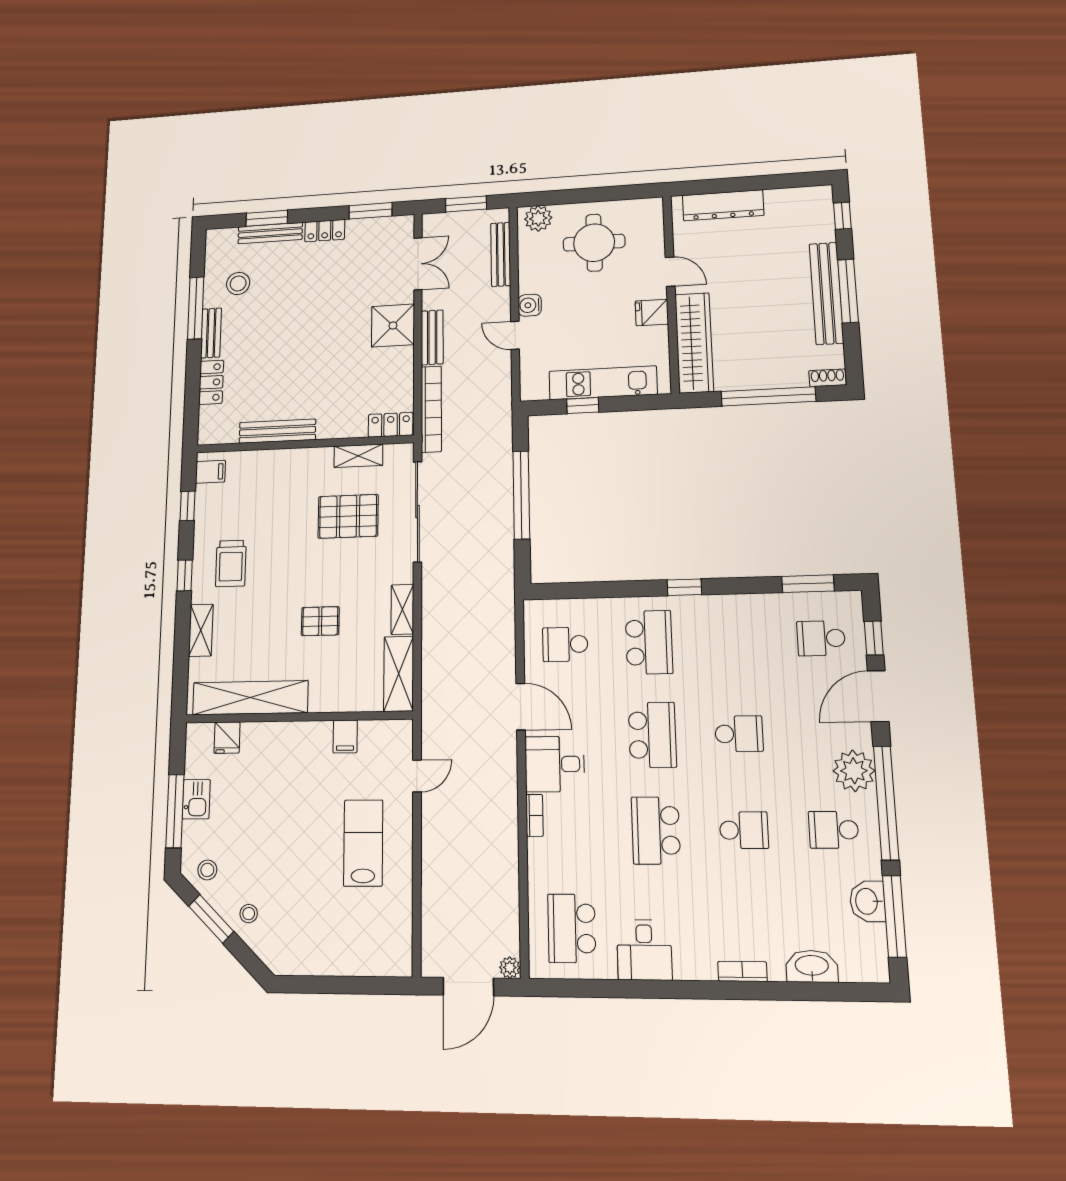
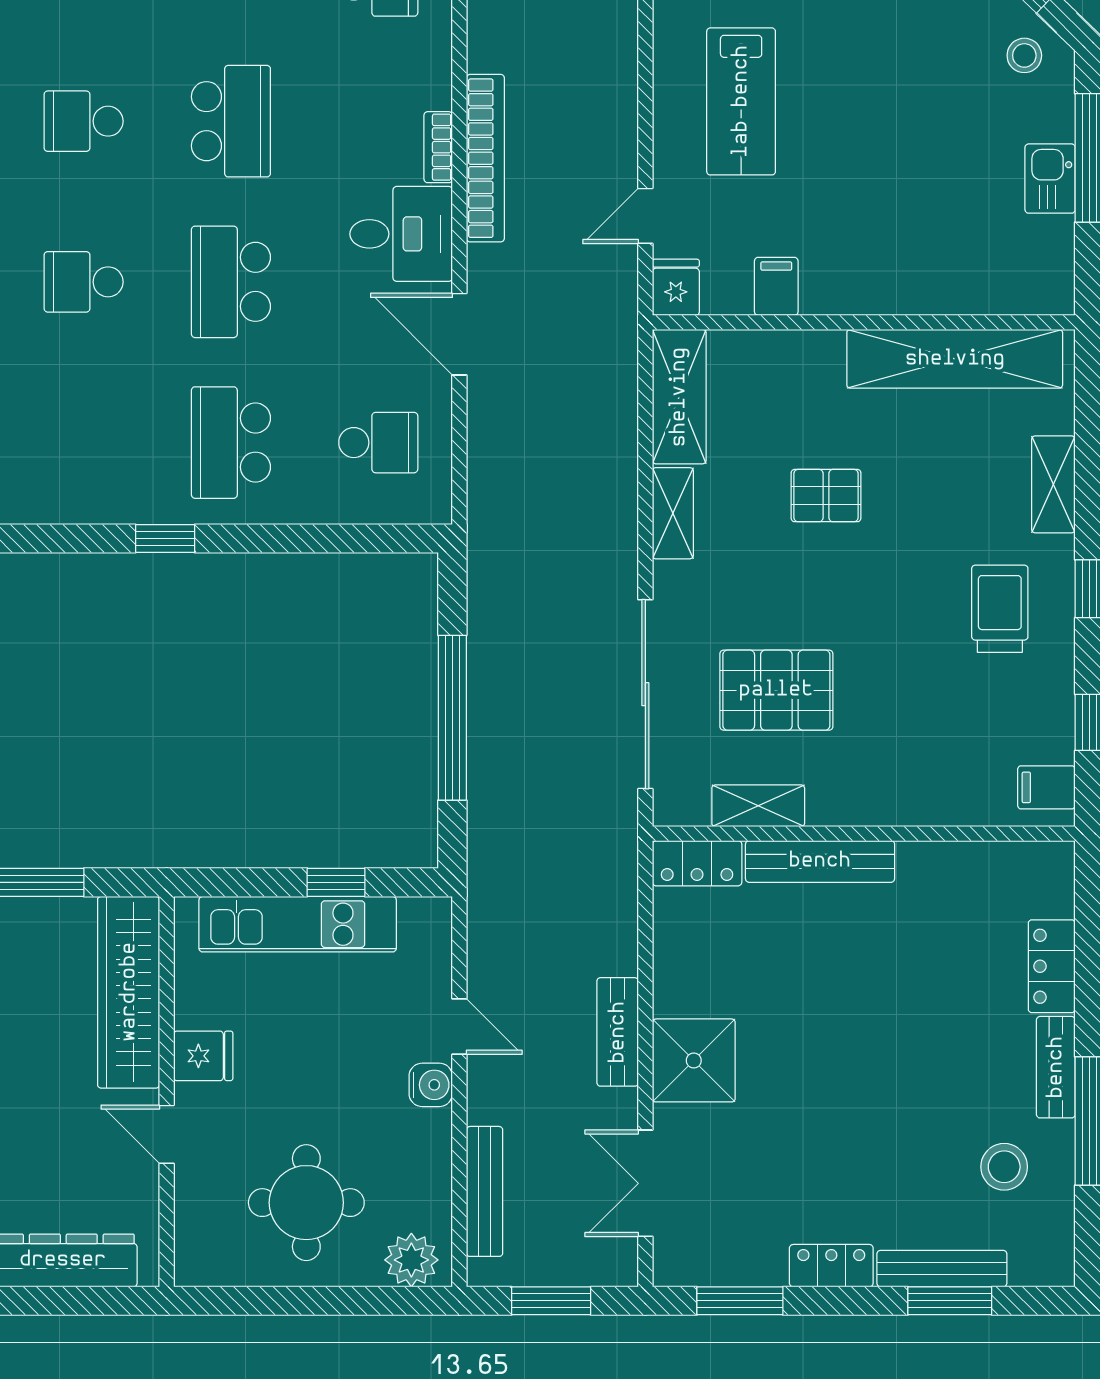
bookcase: (431, 409) -> (485, 158), moved, turned 180
bench: (277, 431) -> (820, 861), moved
fridge: (227, 738) -> (676, 287), moved

